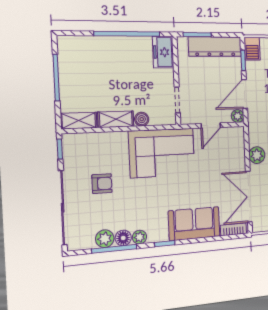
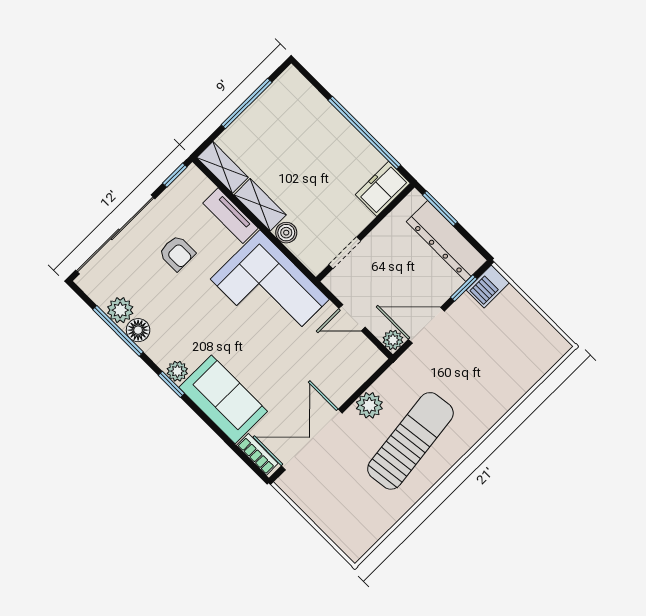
tv unit: (108, 139) -> (231, 216), added
plant: (140, 237) -> (177, 371), moved

